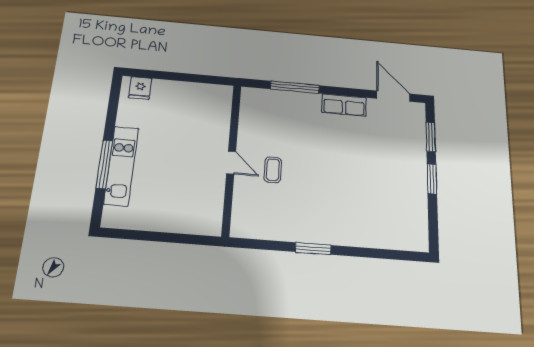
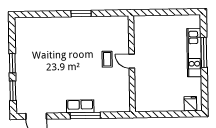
window: (295, 87) -> (85, 115), moved
row of seats: (344, 105) -> (80, 106), moved

